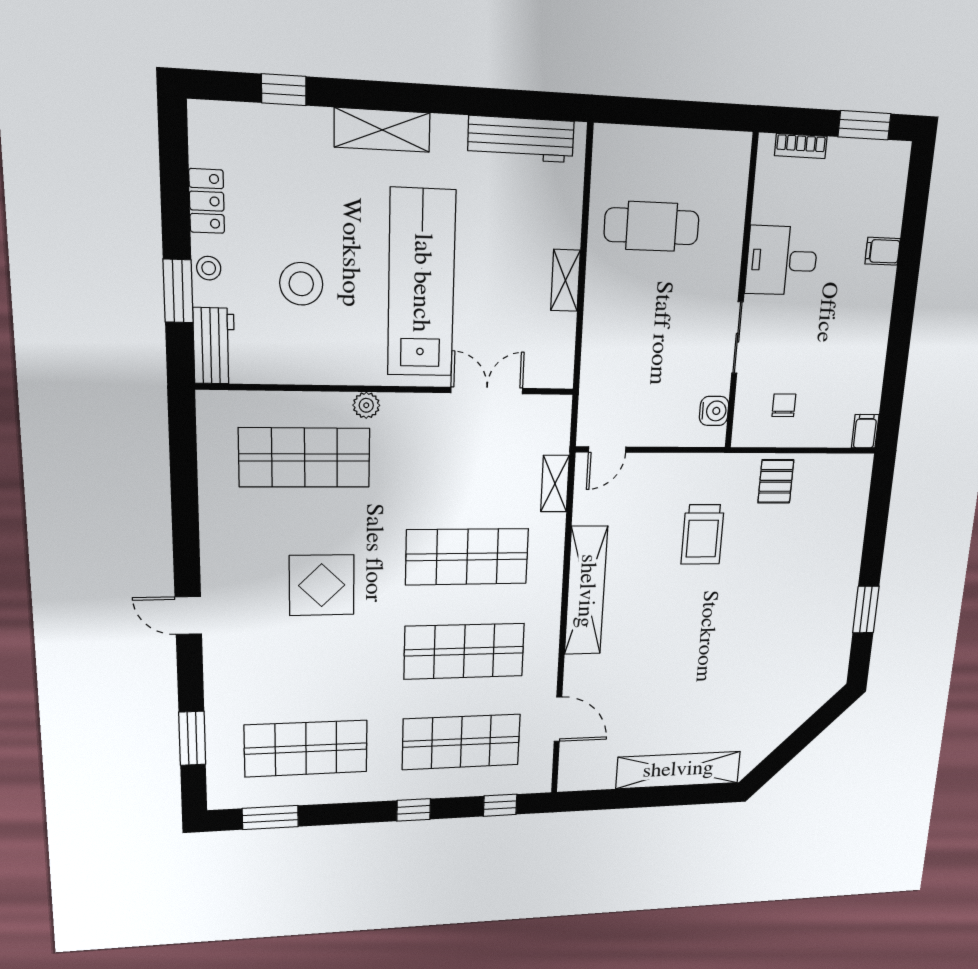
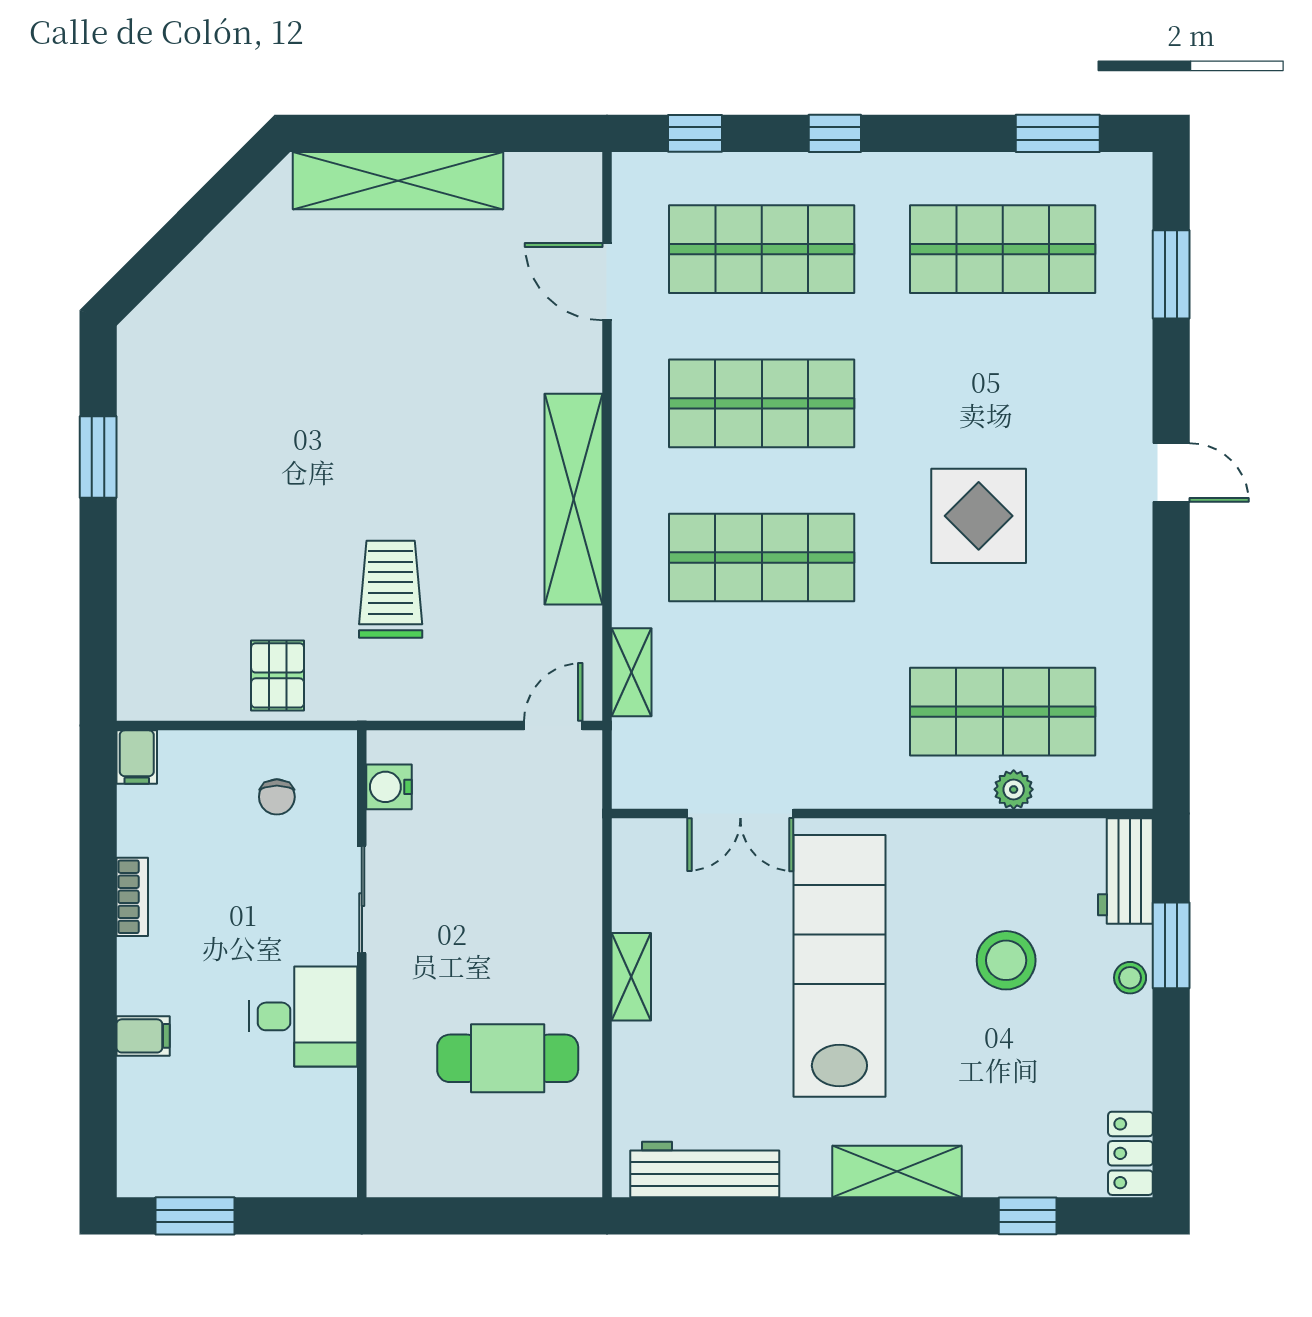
bookcase: (801, 146) -> (132, 897), moved, turned 90
locker: (207, 201) -> (1130, 1153), moved
lab bench: (421, 283) -> (839, 966), turned 180
plant: (366, 405) -> (1014, 789), moved

